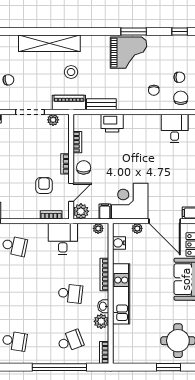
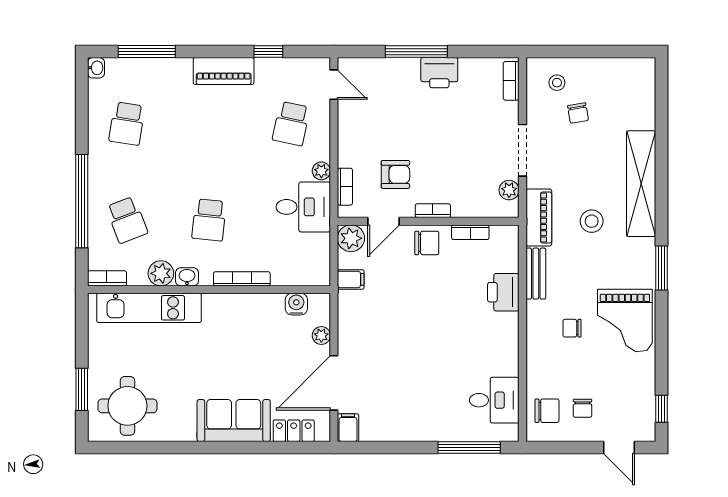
window: (134, 32) -> (662, 268), moved
chair: (154, 90) -> (572, 328), moved
door: (71, 192) -> (383, 221), hinge flipped
corner desk: (130, 201) -> (369, 323), removed
plant: (98, 228) -> (321, 171), moved
kitchen unit: (121, 294) -> (149, 308), moved

